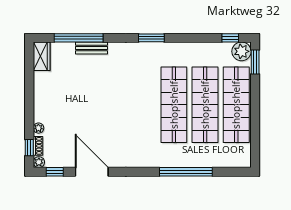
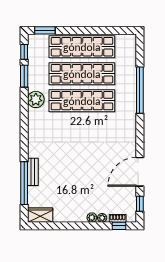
window: (151, 38) -> (24, 76), moved
plant: (241, 51) -> (36, 99), moved
plant: (39, 162) -> (92, 218), moved

